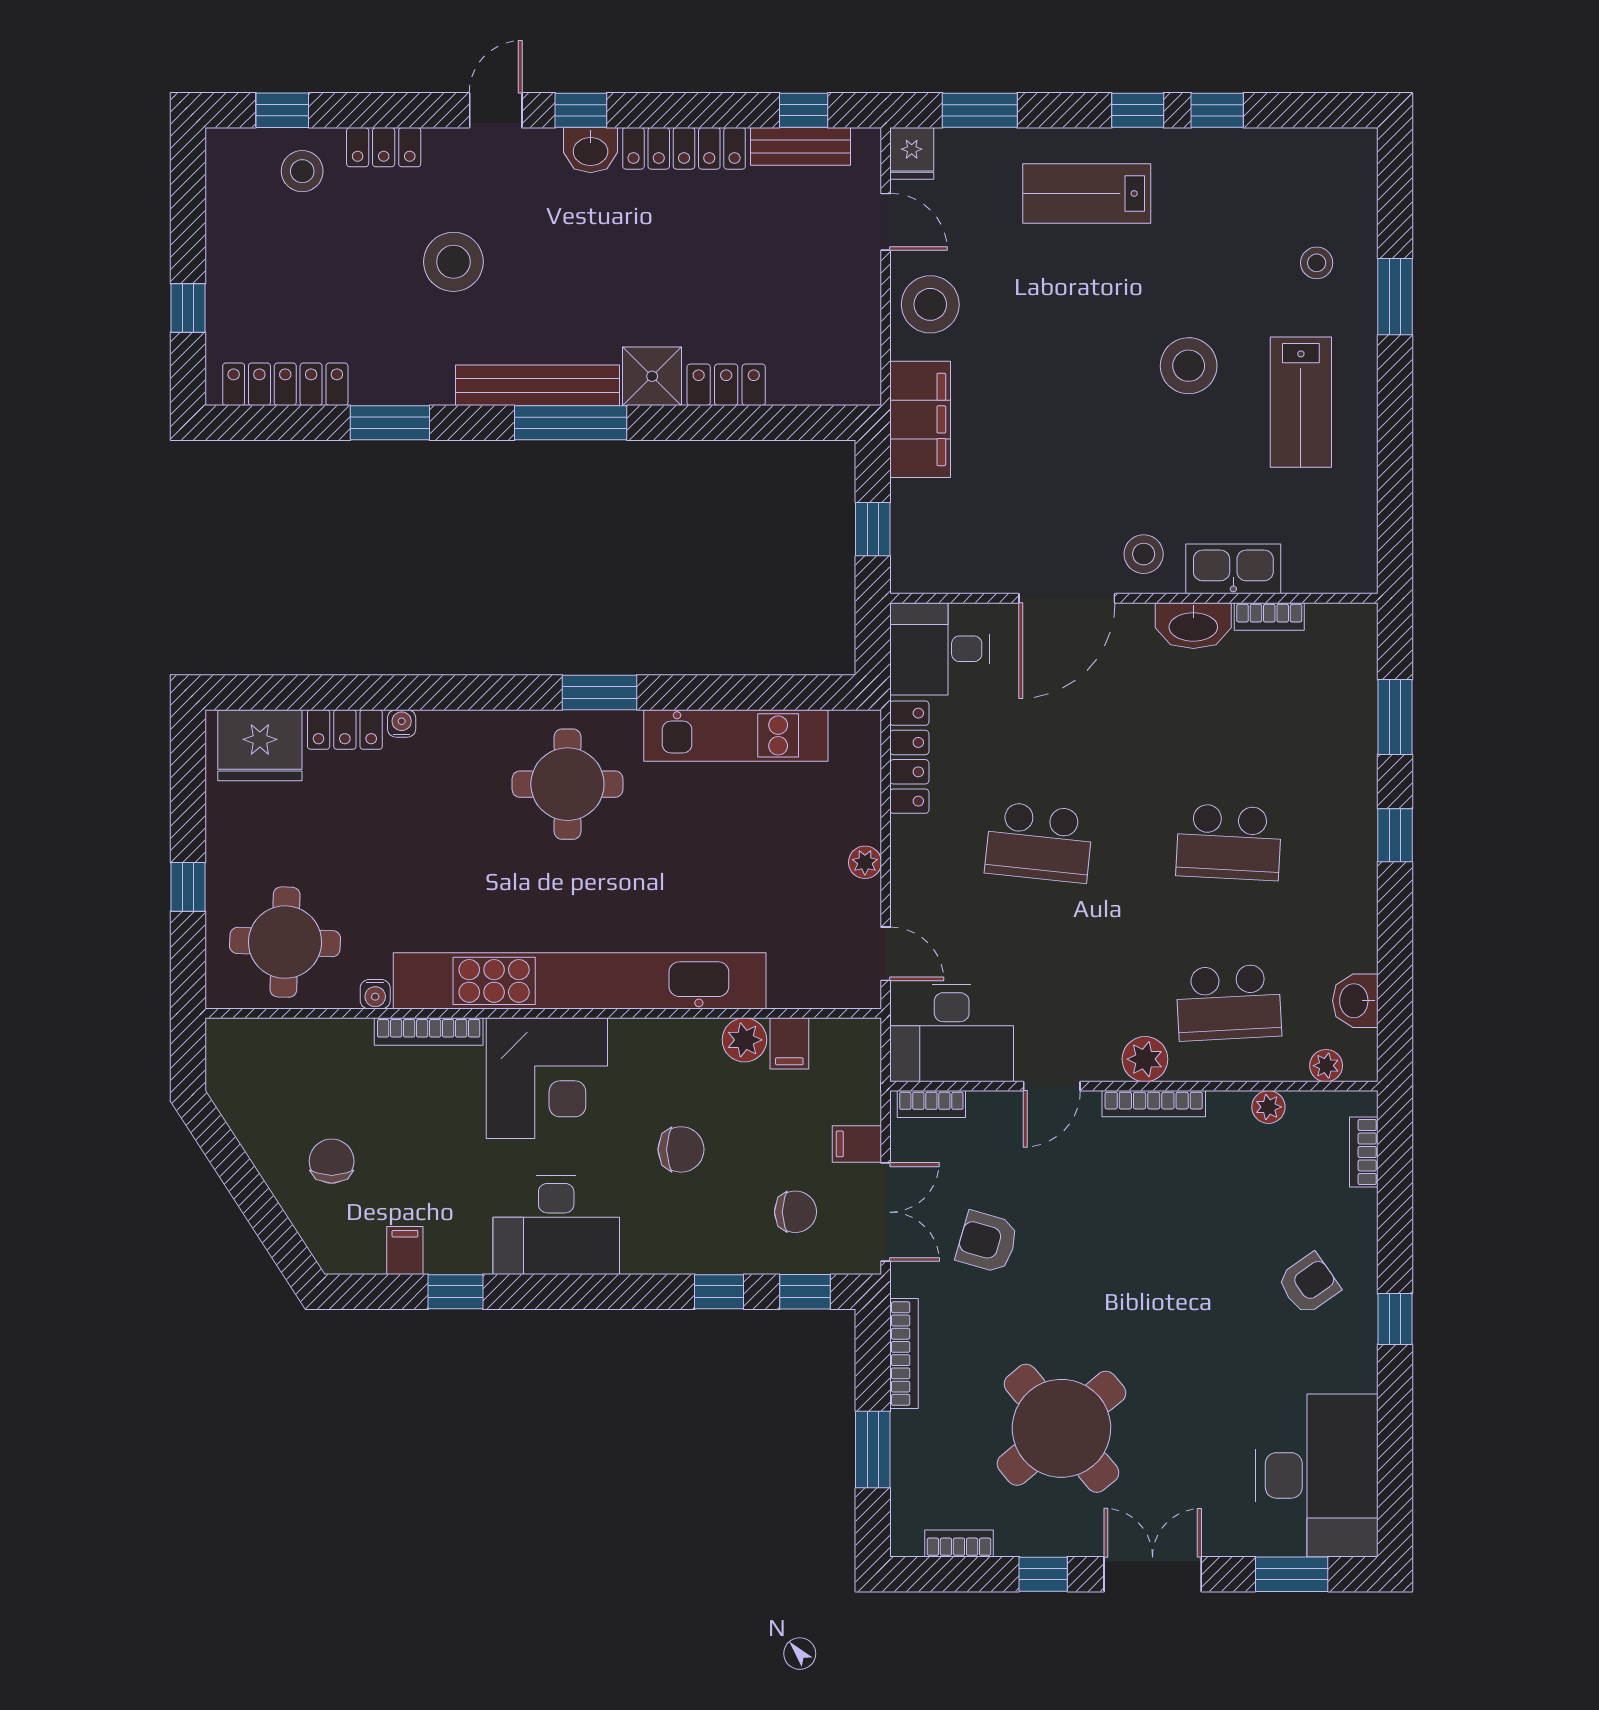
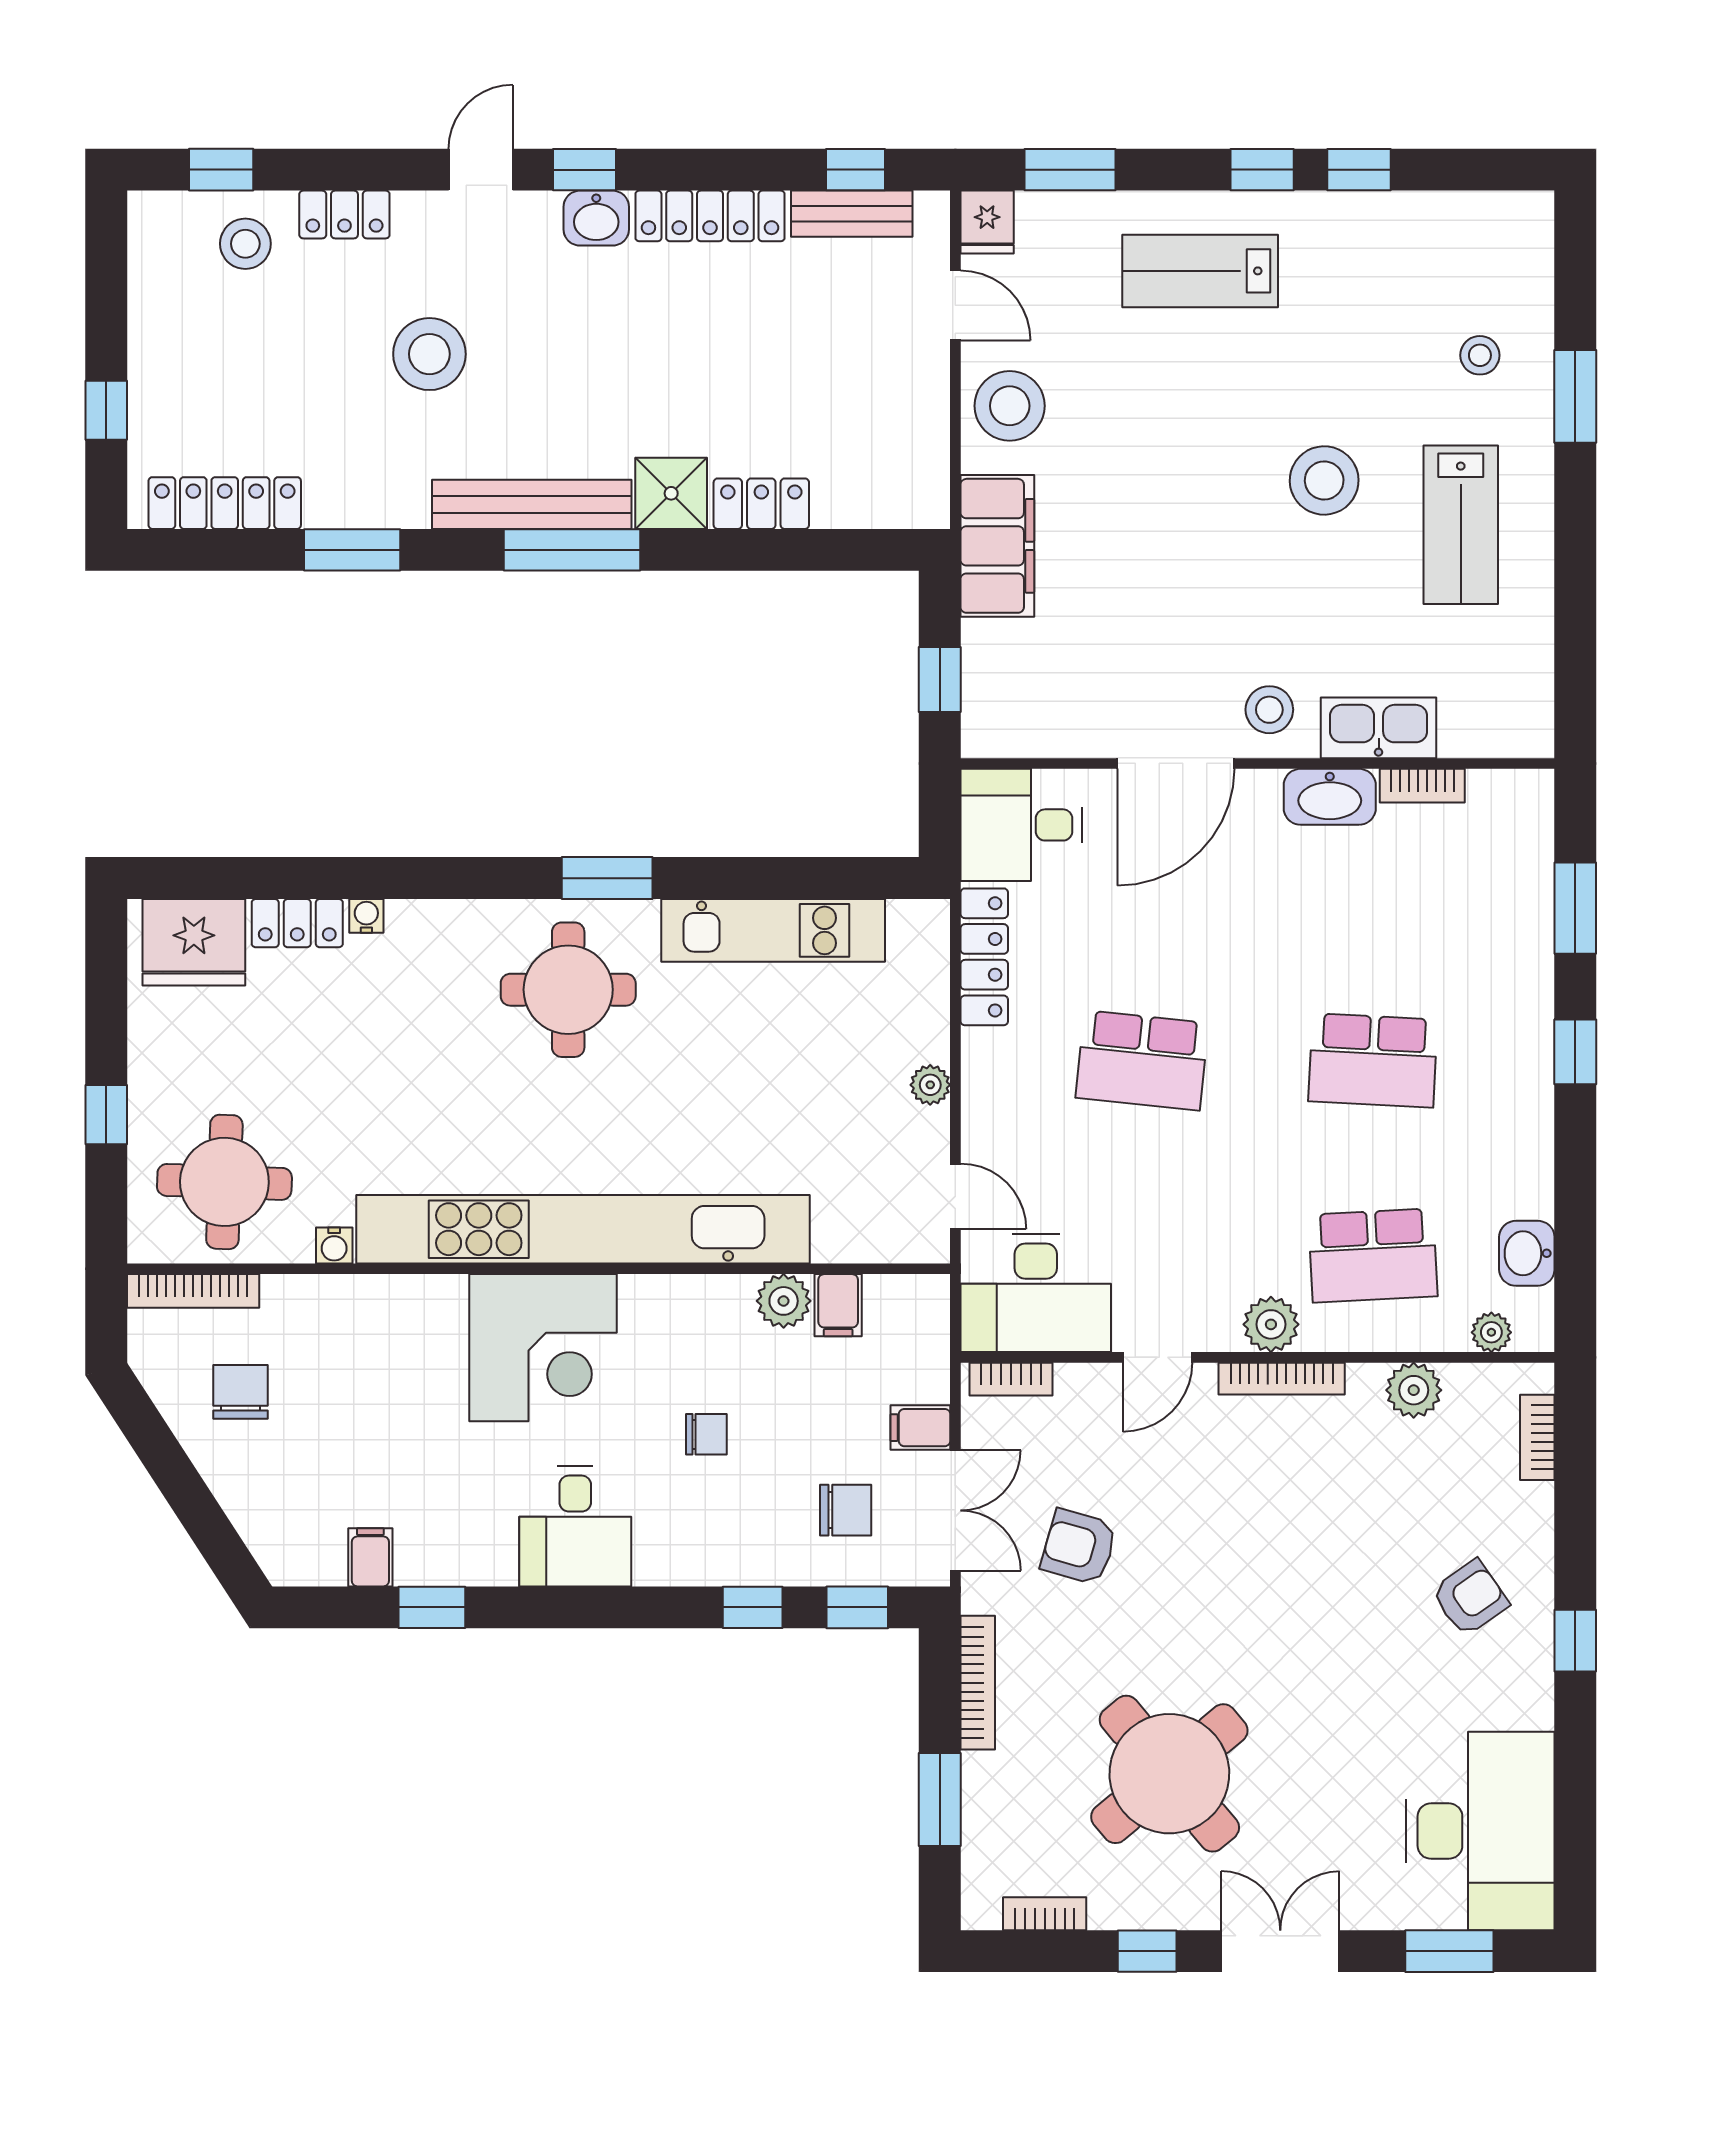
bookcase: (429, 1032) -> (193, 1291), moved
plant: (1268, 1107) -> (1414, 1390), width x1.38, depth x1.38
chair: (681, 1149) -> (706, 1434), width x0.73, depth x0.73
chair: (332, 1161) -> (241, 1392), moved
desk: (556, 1225) -> (575, 1526), width x0.73

